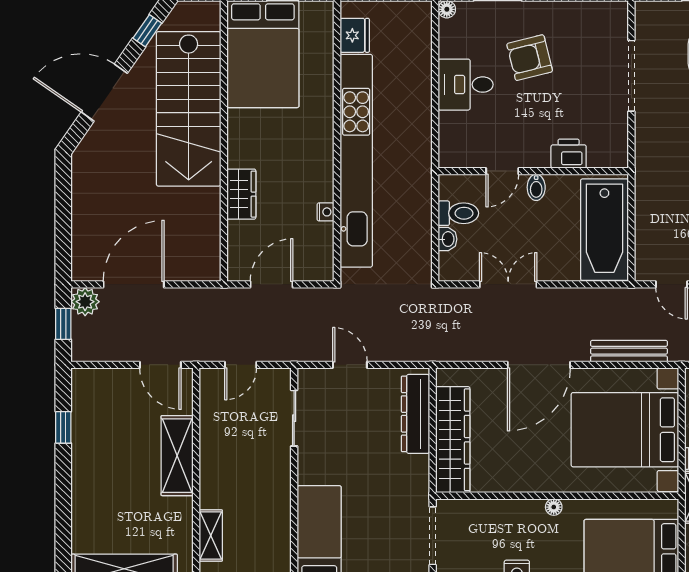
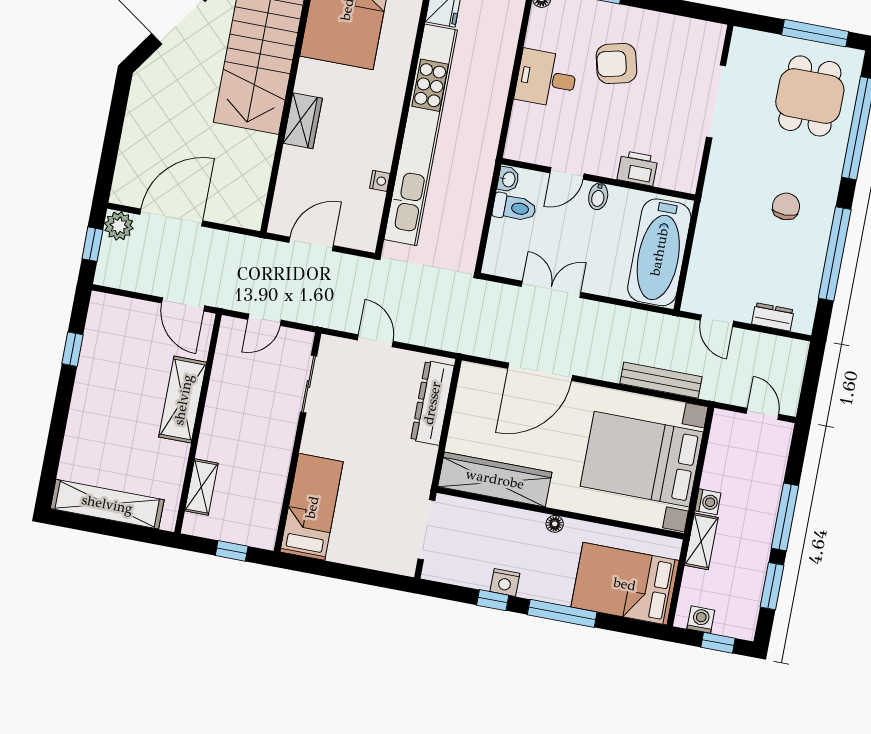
wardrobe: (241, 194) -> (303, 121), moved
washbasin: (448, 239) -> (508, 179), moved
door: (539, 365) -> (540, 372), moved
wardrobe: (453, 440) -> (495, 479), moved, turned -90

